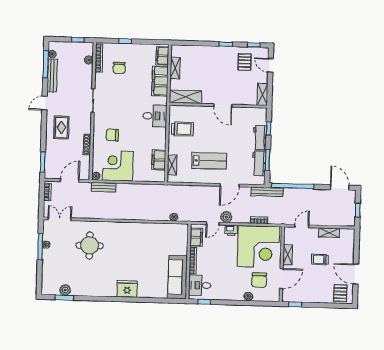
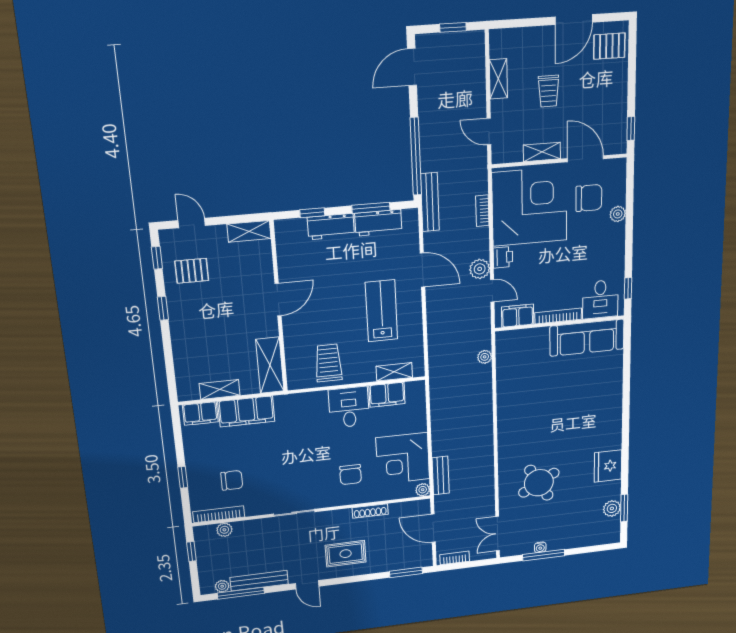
door: (270, 65) -> (192, 223), swing flipped
desk: (155, 116) -> (349, 407), moved
round table: (90, 245) -> (539, 483), turned -30
fridge: (127, 289) -> (608, 466), moved

